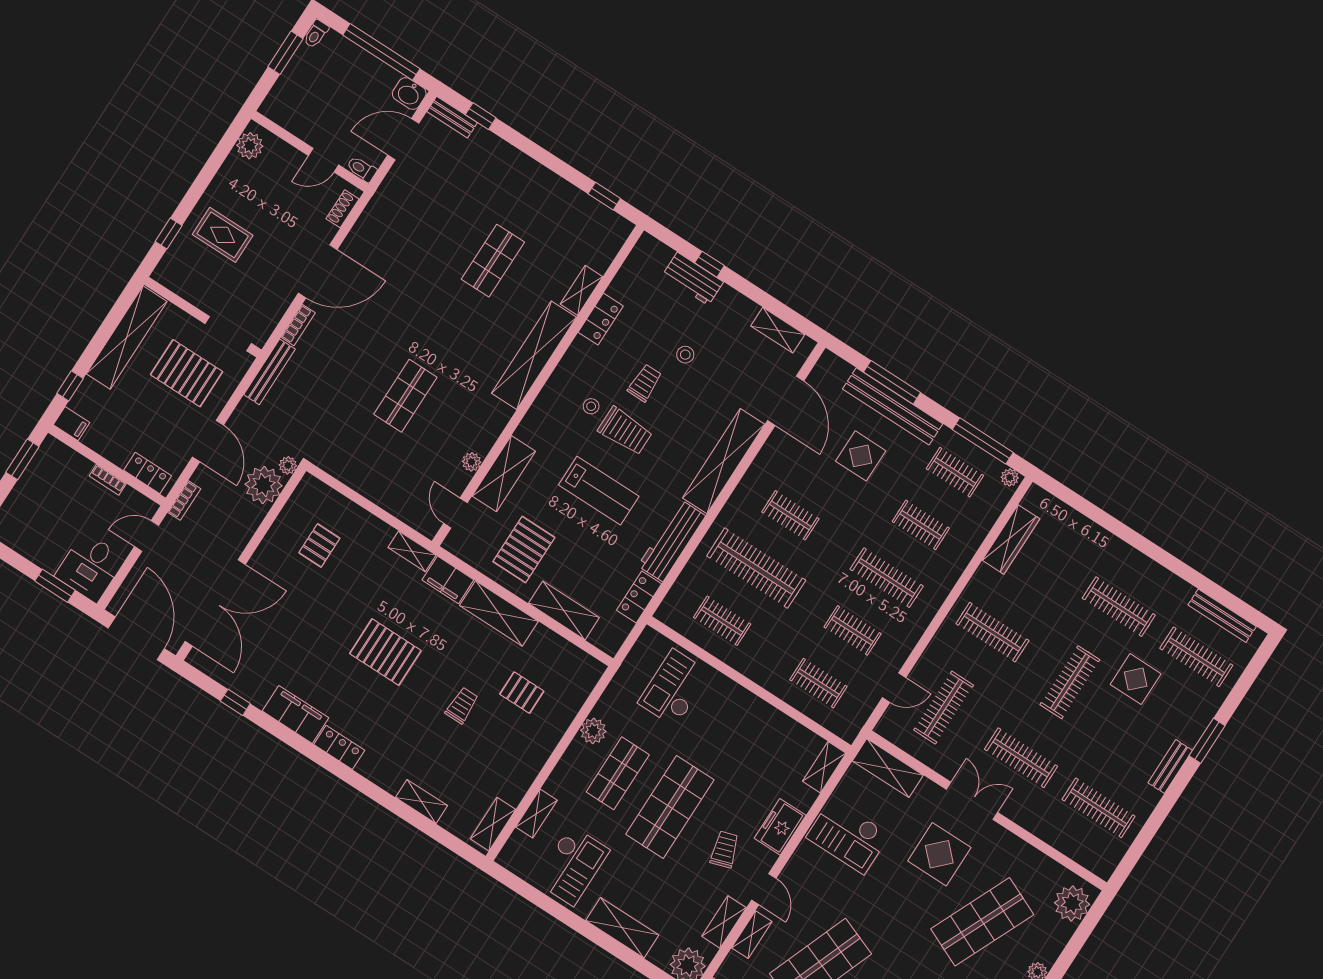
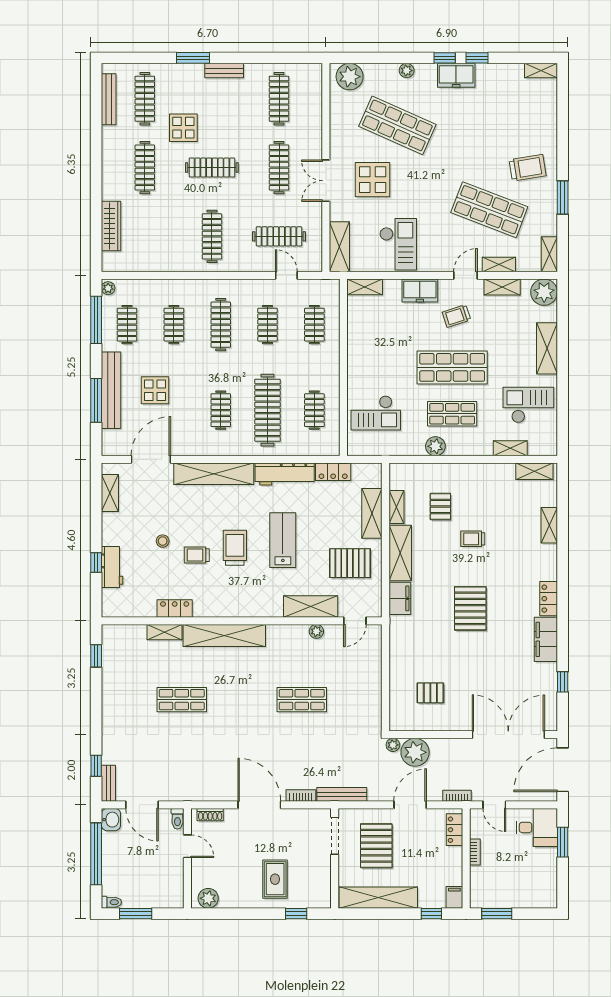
stool: (591, 406) -> (233, 579), removed
wardrobe: (1011, 539) -> (111, 226), moved, turned 90
shelving: (412, 551) -> (396, 507), moved

